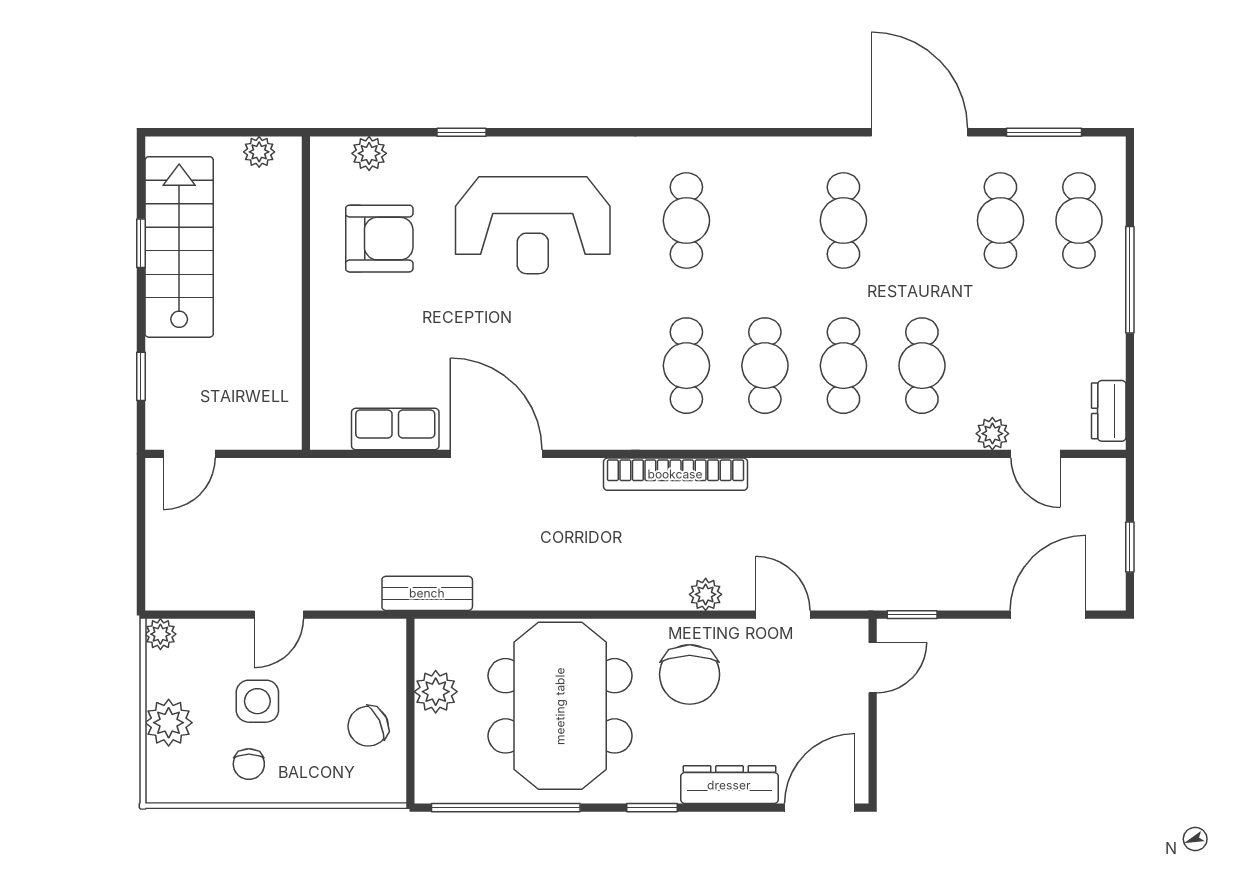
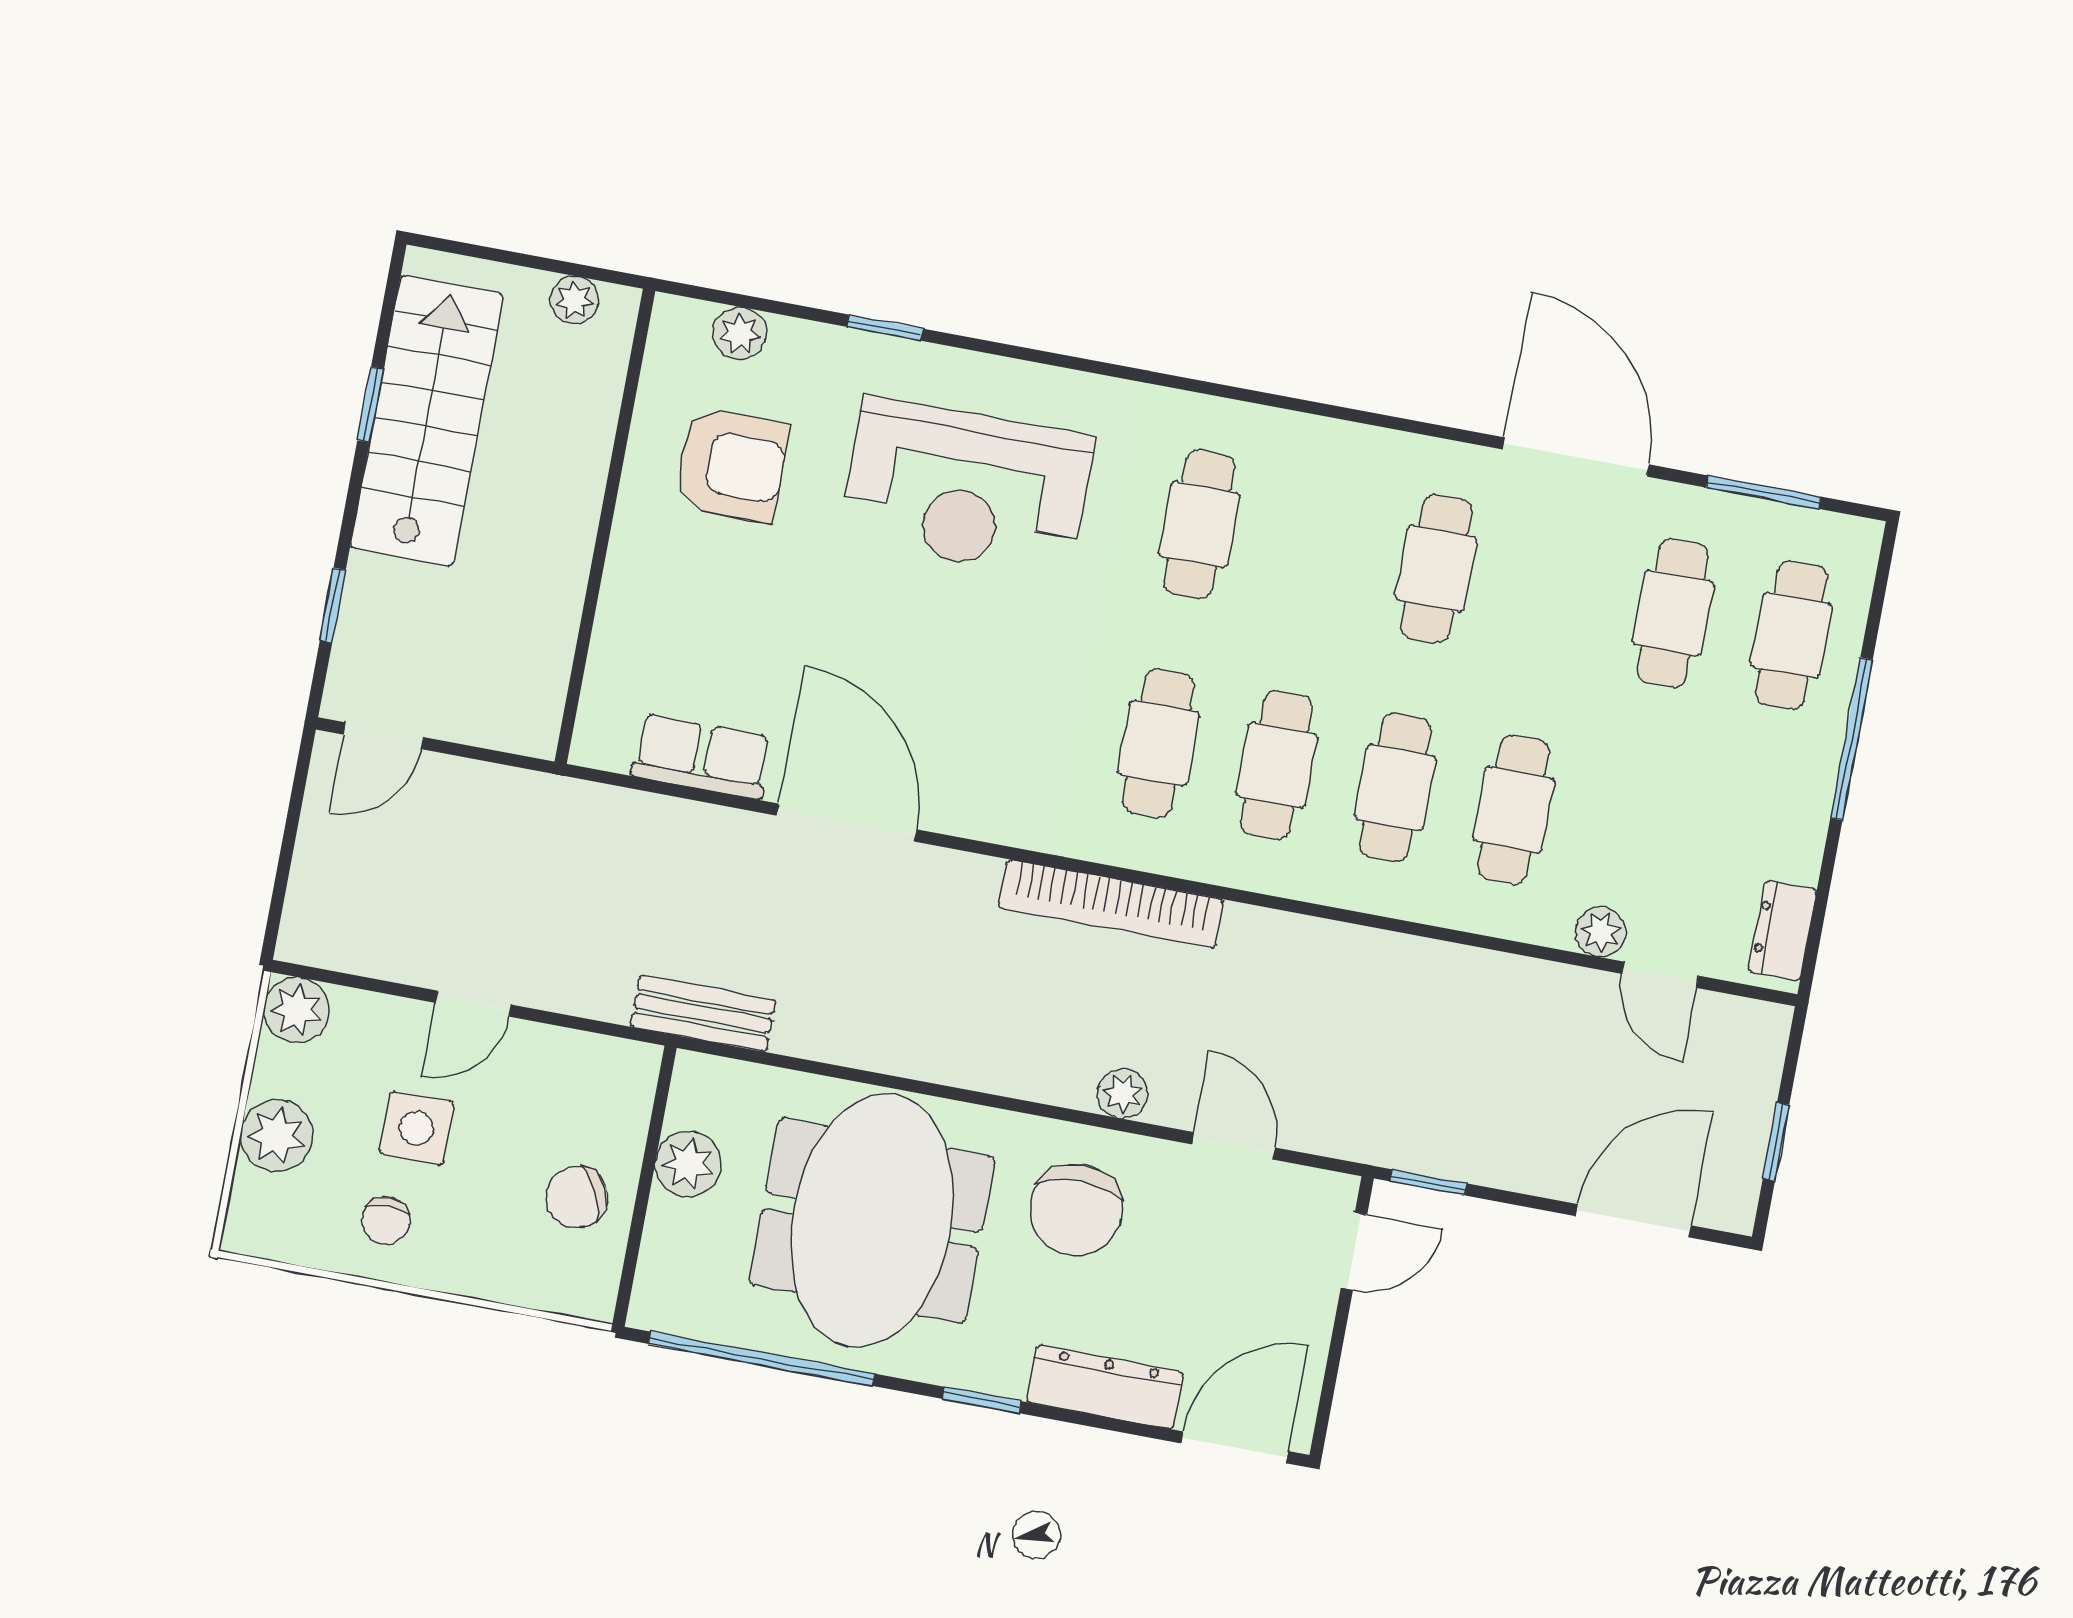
plant: (160, 634) -> (297, 1010), width x1.38, depth x1.38

